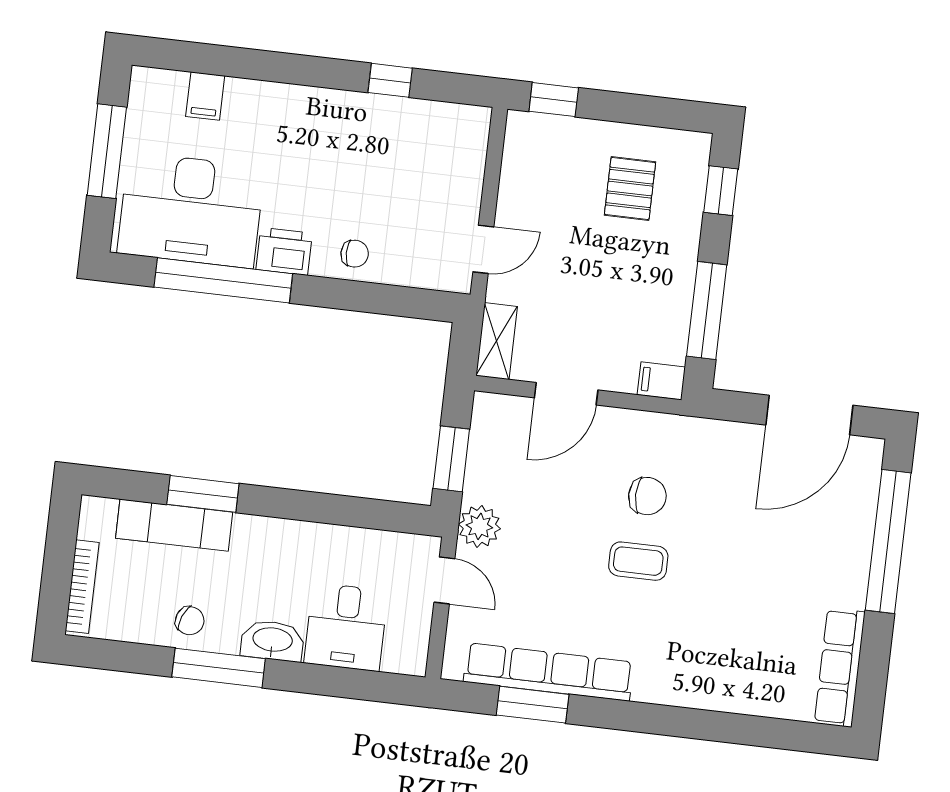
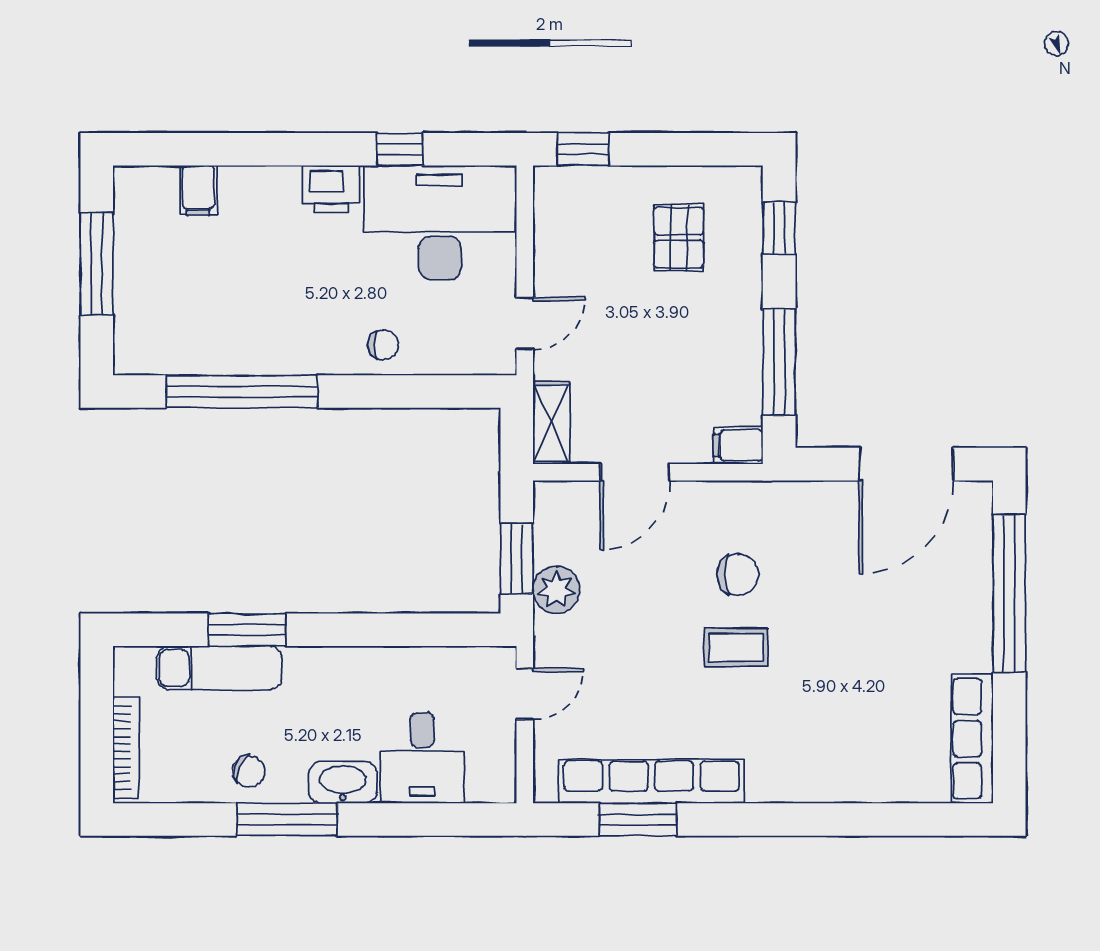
desk: (191, 210) -> (440, 222), moved, turned 180
printer: (284, 251) -> (331, 189), moved, turned 180
plant: (479, 526) -> (556, 590), moved
door: (444, 580) -> (525, 694), hinge flipped

